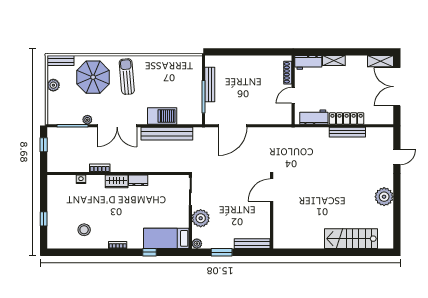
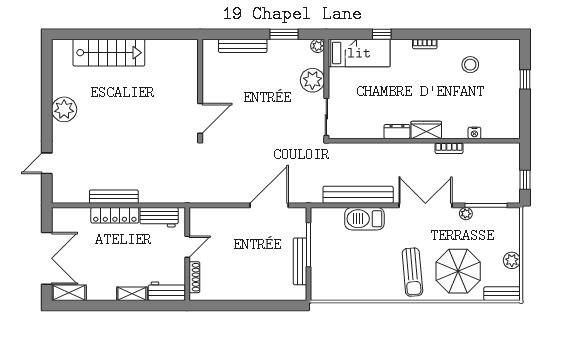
door: (272, 190) -> (200, 118), moved
wall: (272, 212) -> (200, 89), moved

